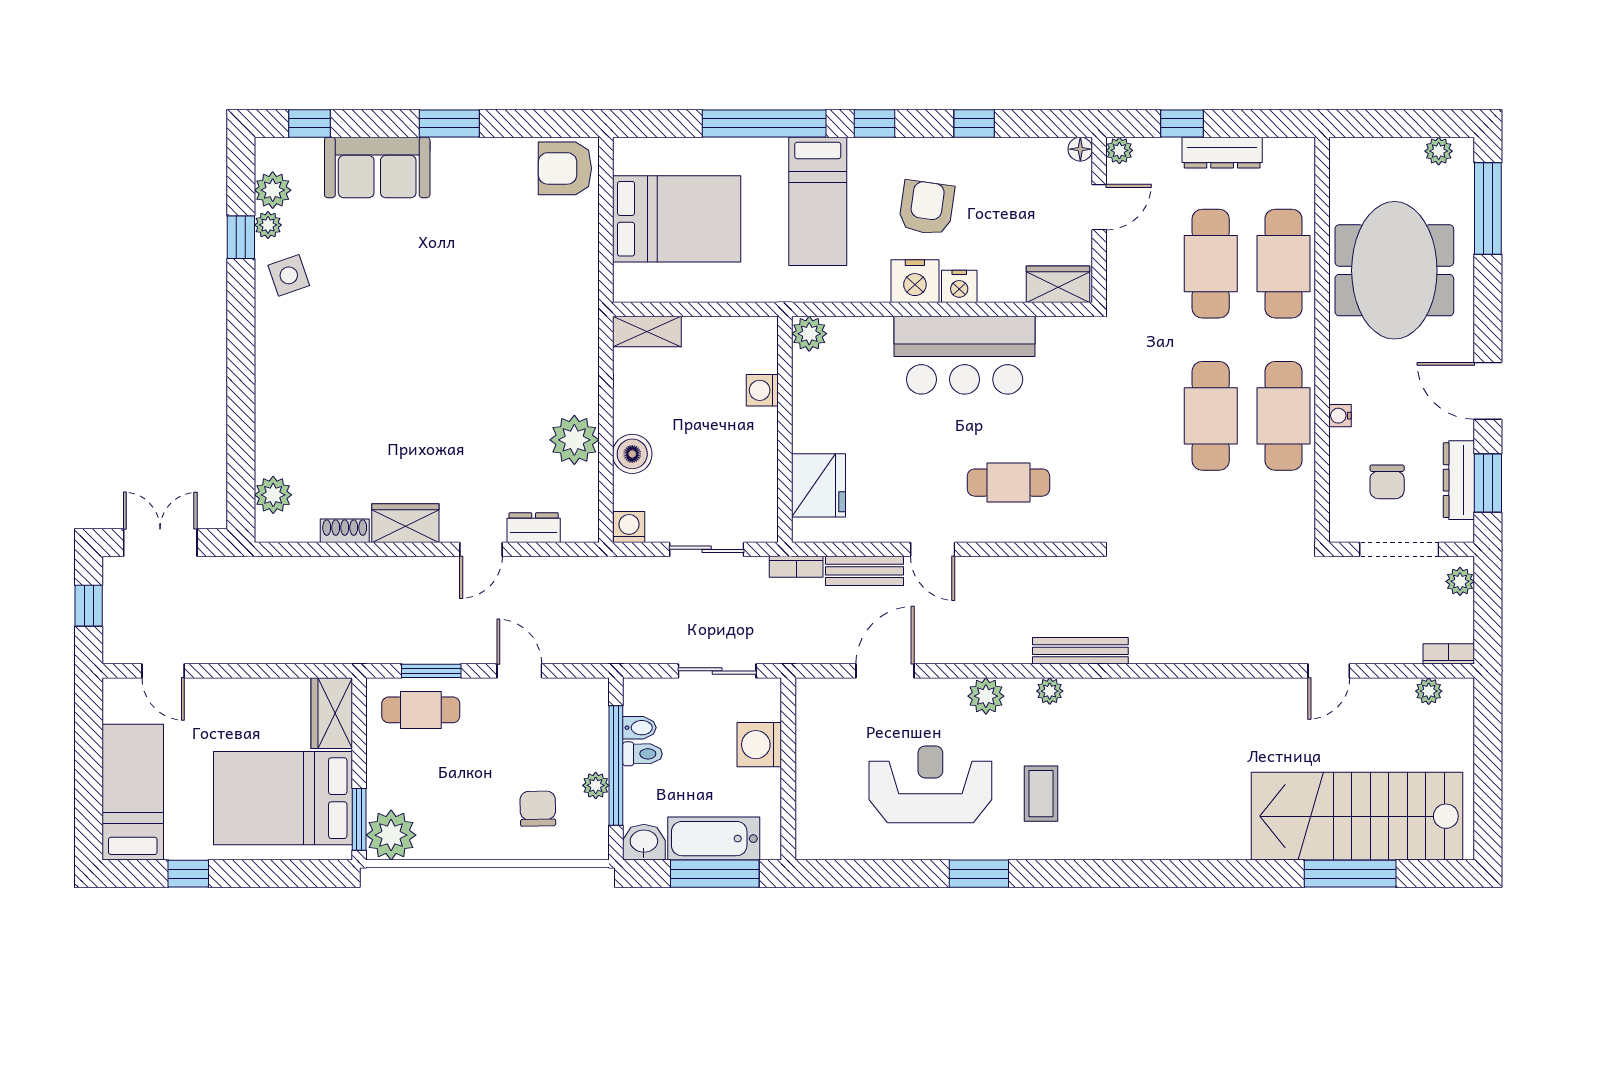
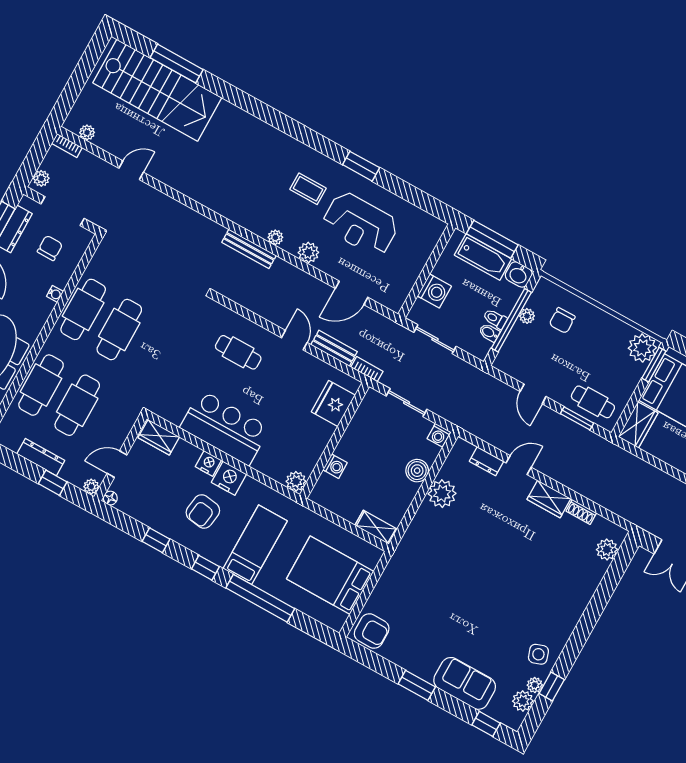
coffee table: (1041, 794) -> (308, 189), turned 90

